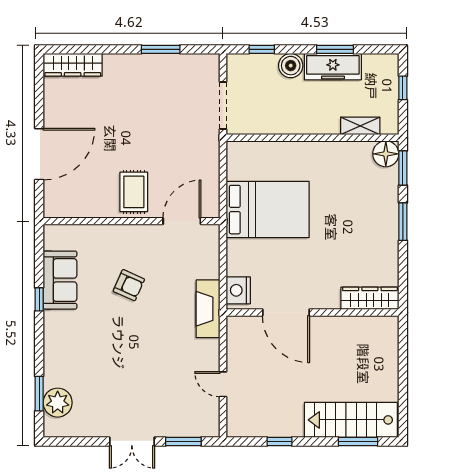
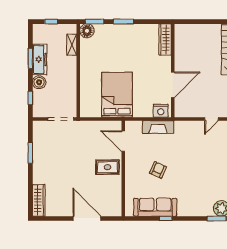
sofa: (60, 280) -> (155, 207), width x1.36
fireplace: (208, 309) -> (158, 127), moved

